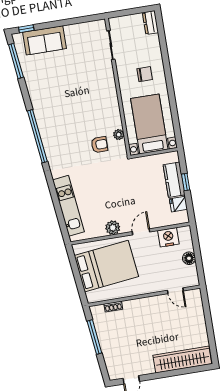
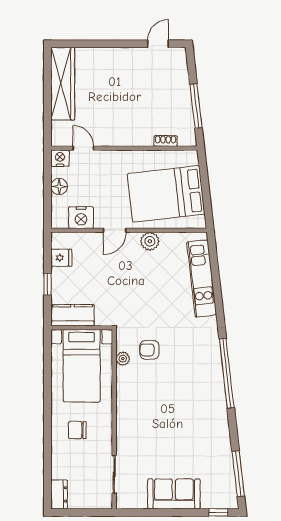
sofa: (45, 40) -> (174, 494), moved
kitchen counter: (174, 180) -> (72, 315), moved, turned -90
nightstand: (192, 280) -> (60, 158), added
wardrobe: (182, 360) -> (63, 84), moved, turned -90

